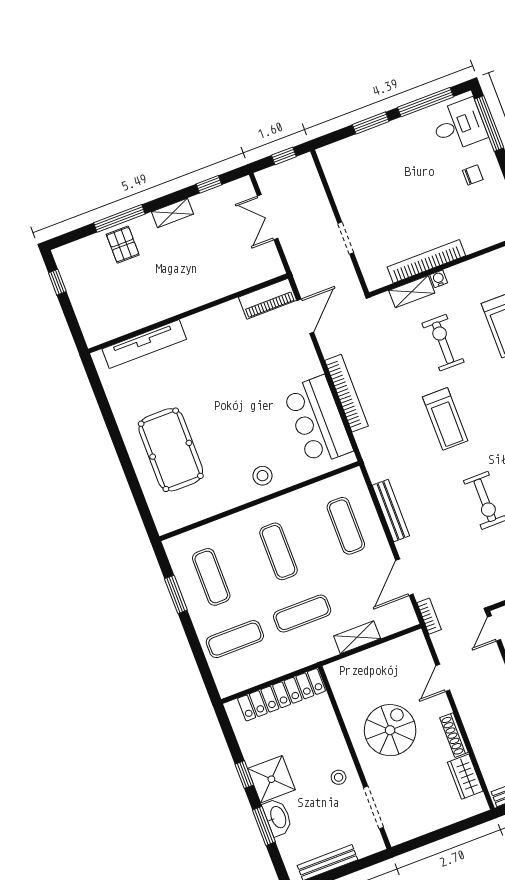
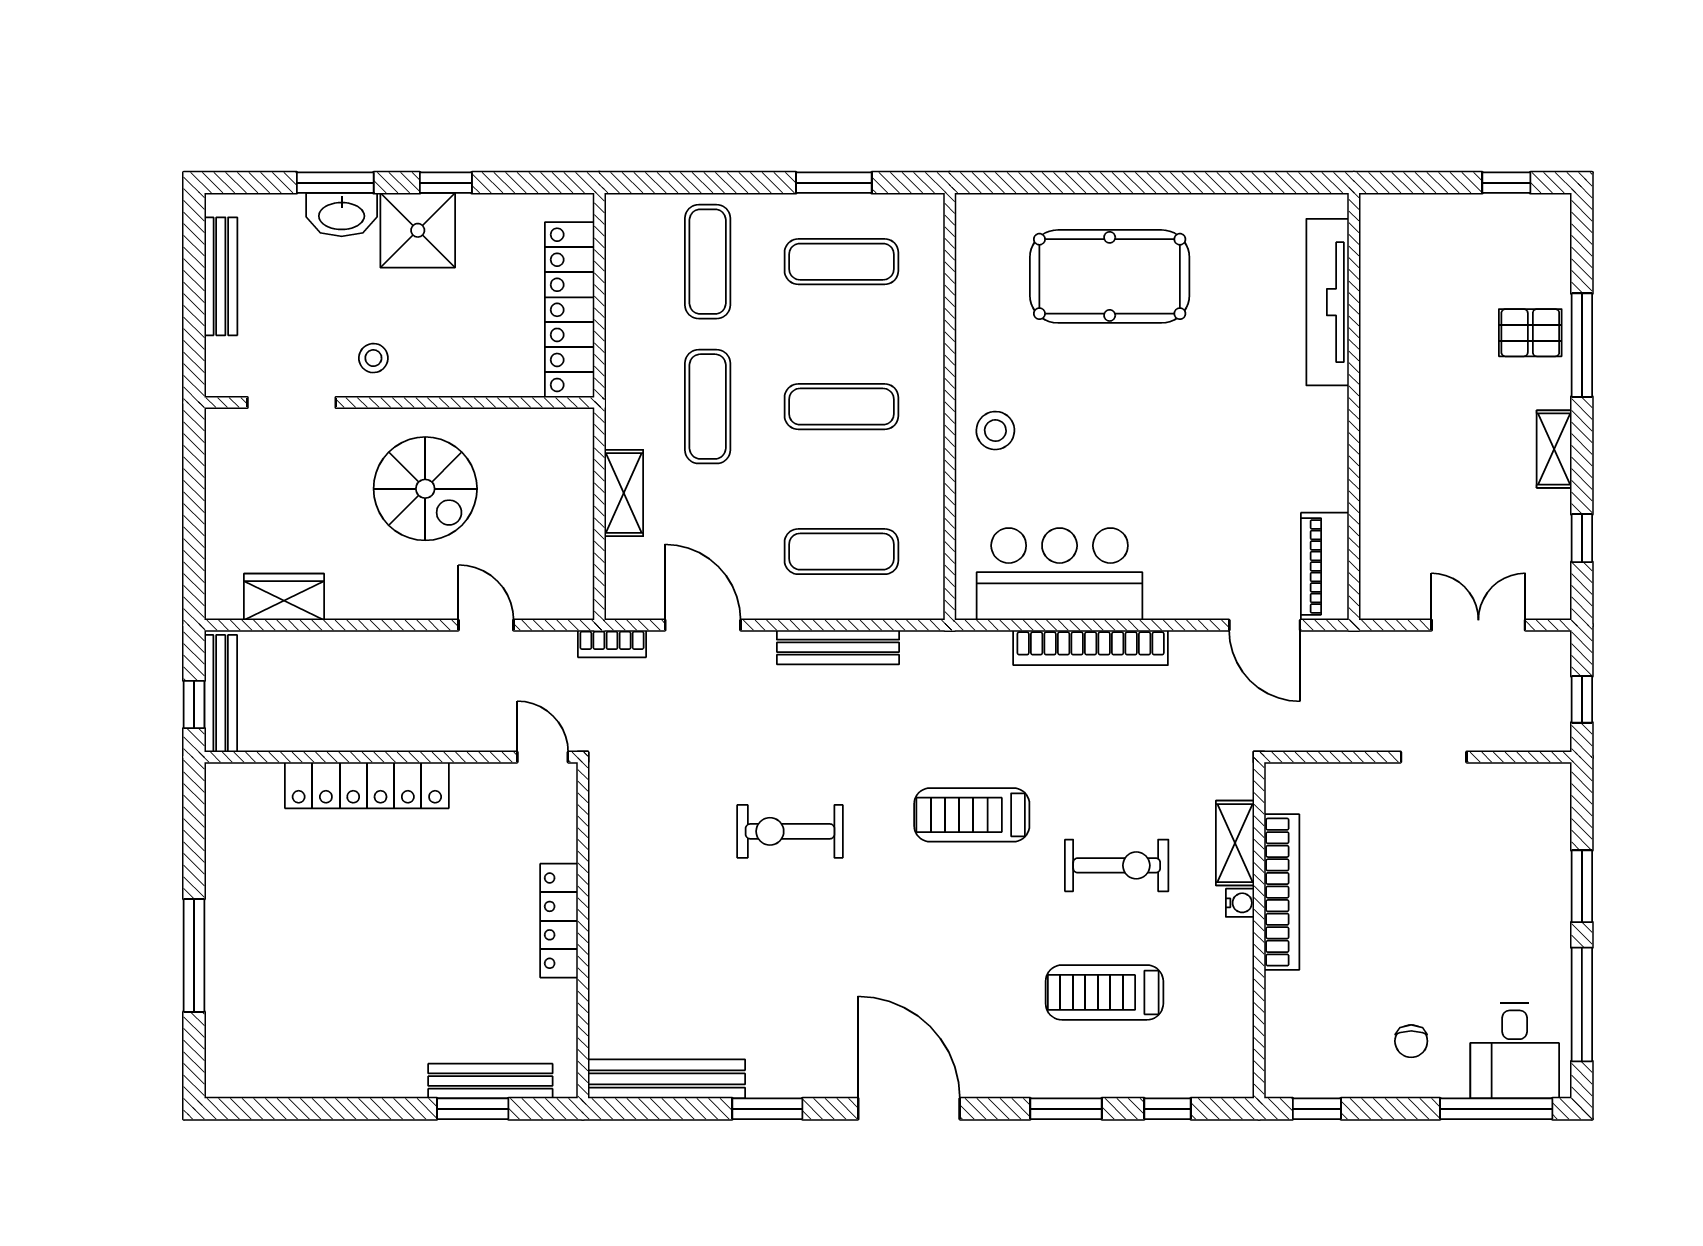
doorway: (346, 238) -> (1434, 757), moved
shoe rack: (454, 735) -> (370, 606), removed

